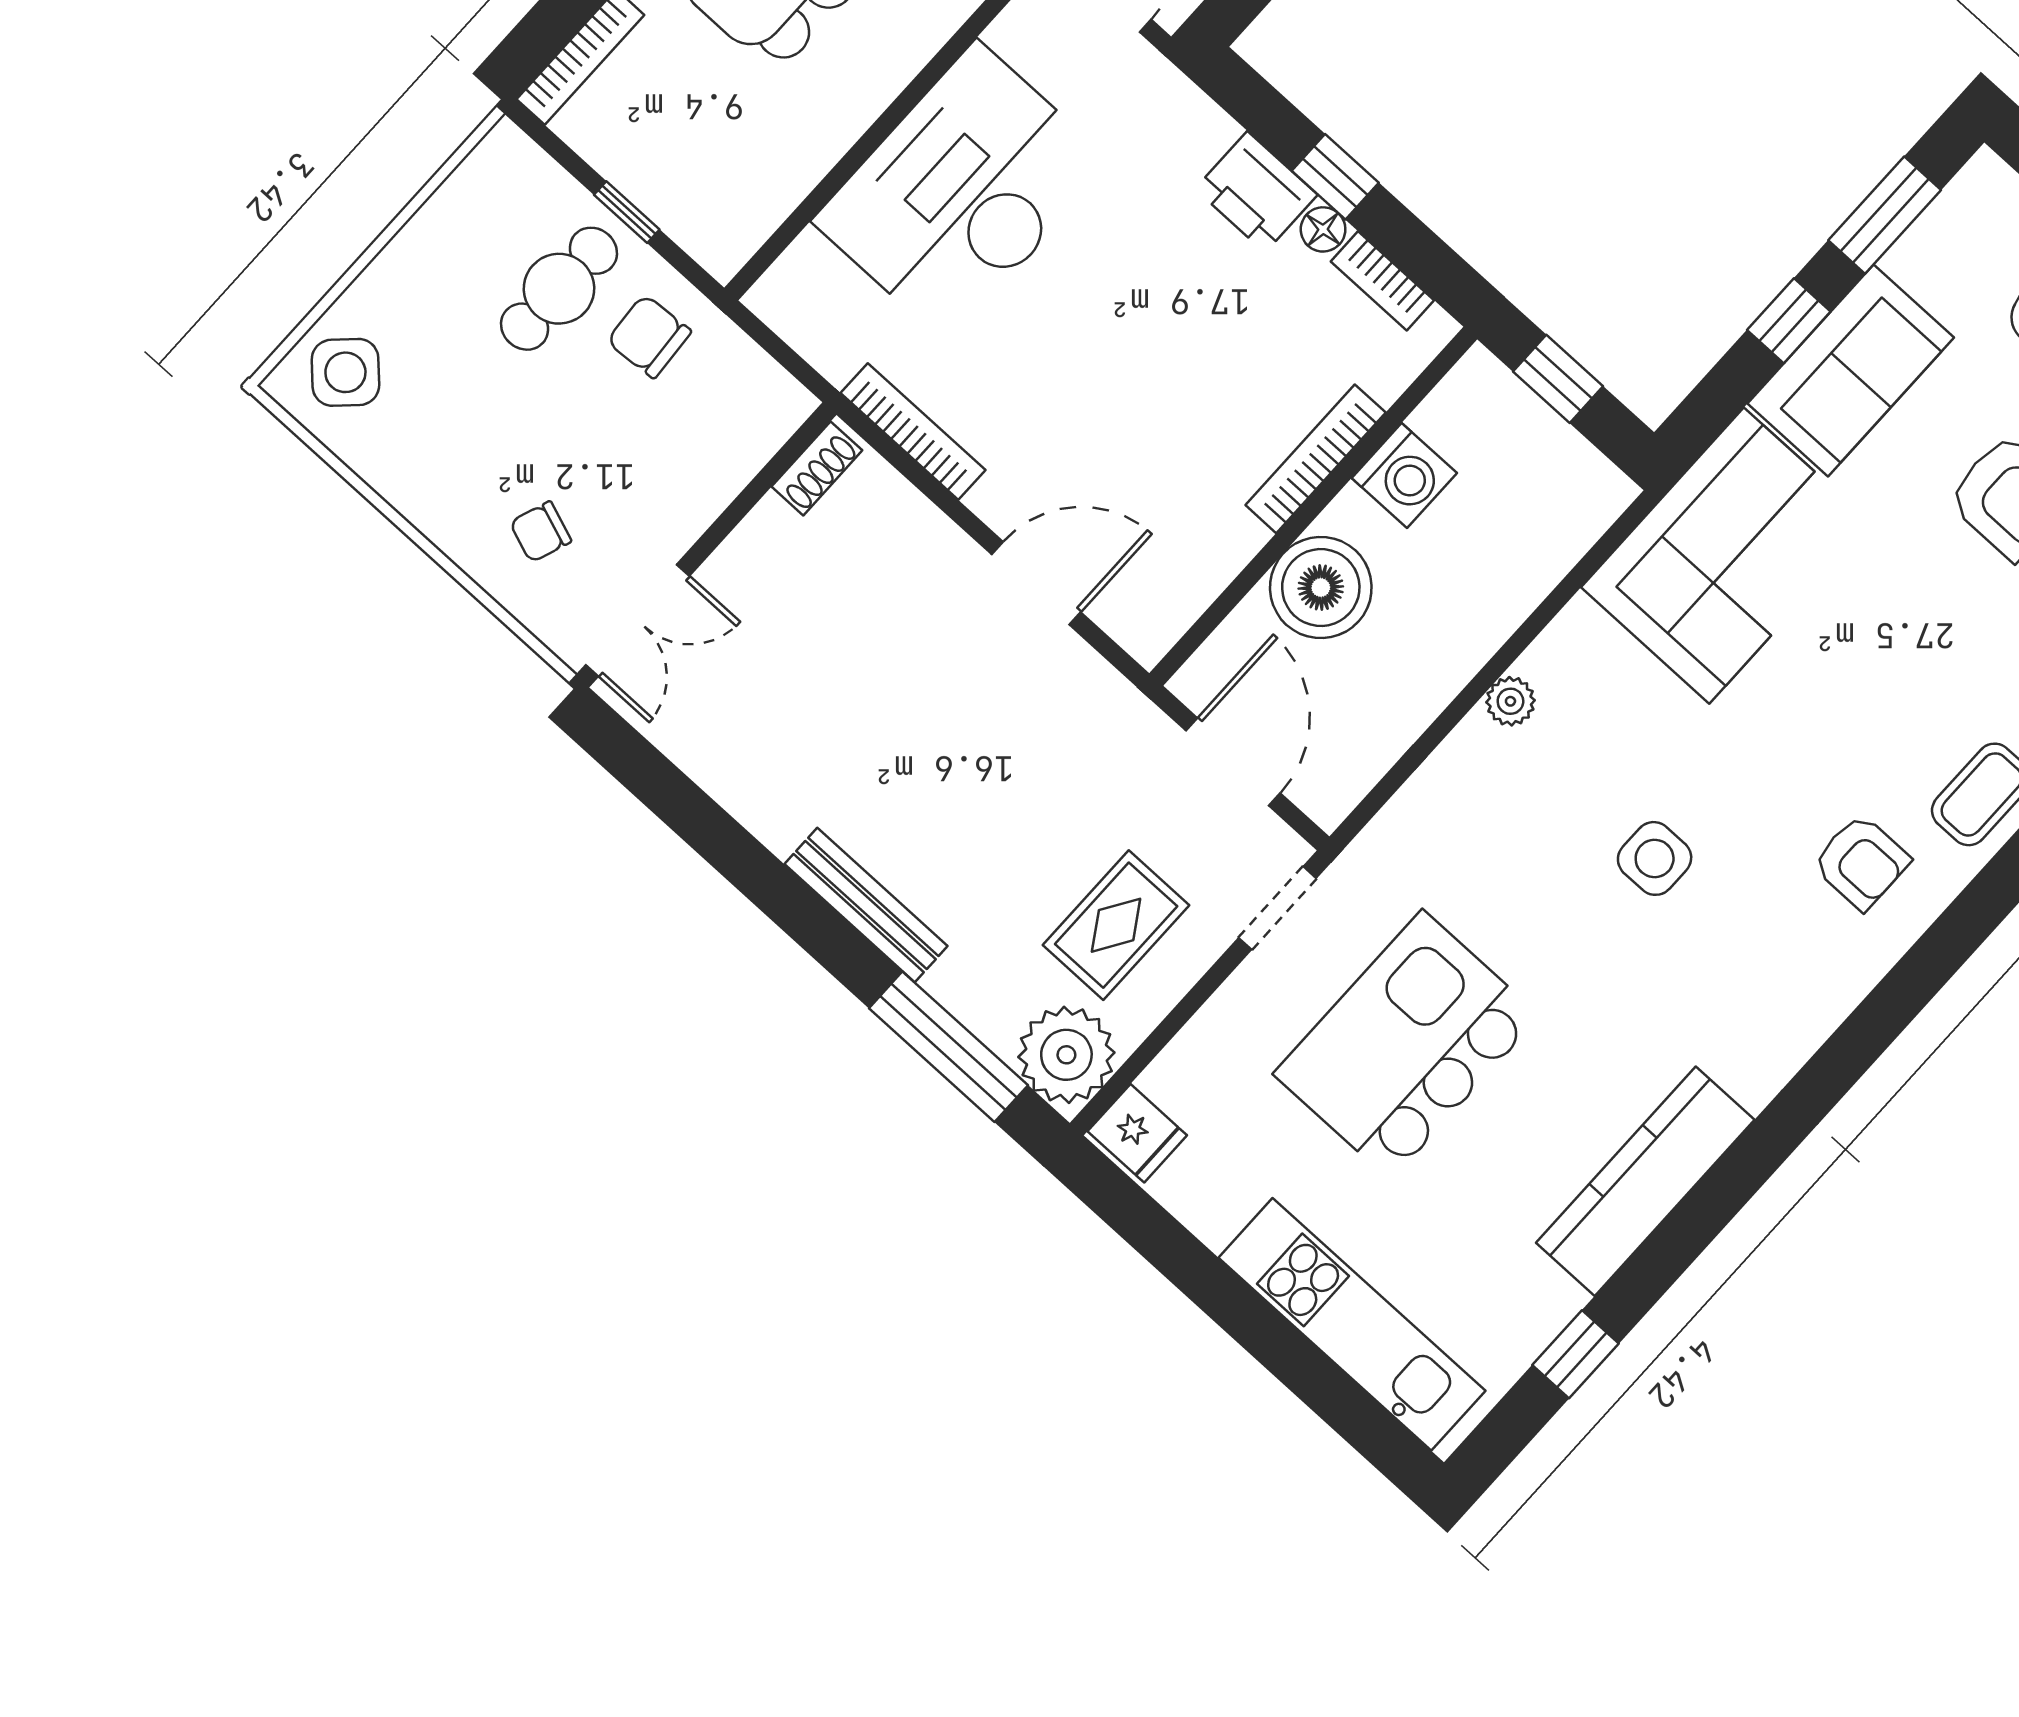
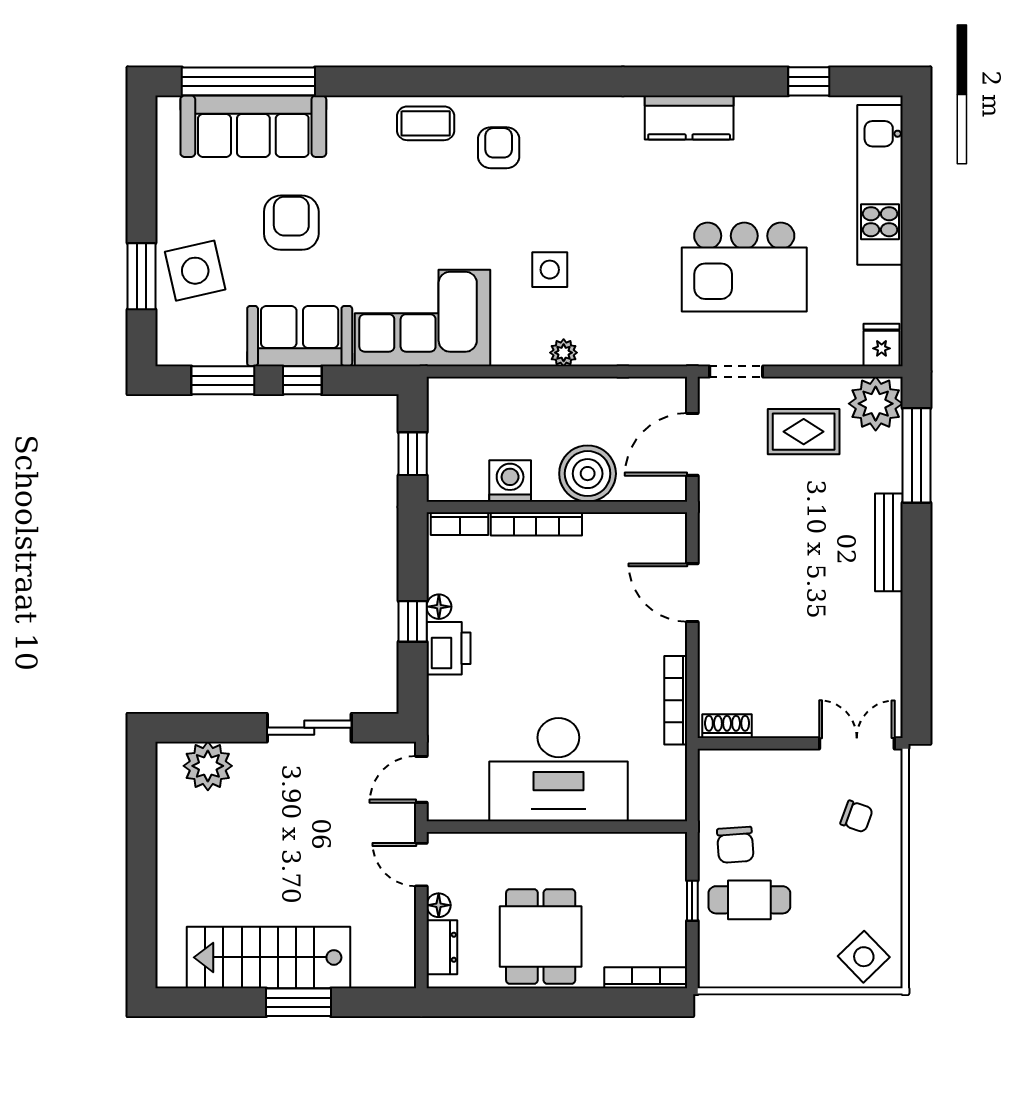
bookcase: (1382, 281) -> (460, 524), moved, turned 90
side table: (1655, 858) -> (550, 270), moved
kitchen counter: (1645, 1181) -> (689, 117), width x0.67

